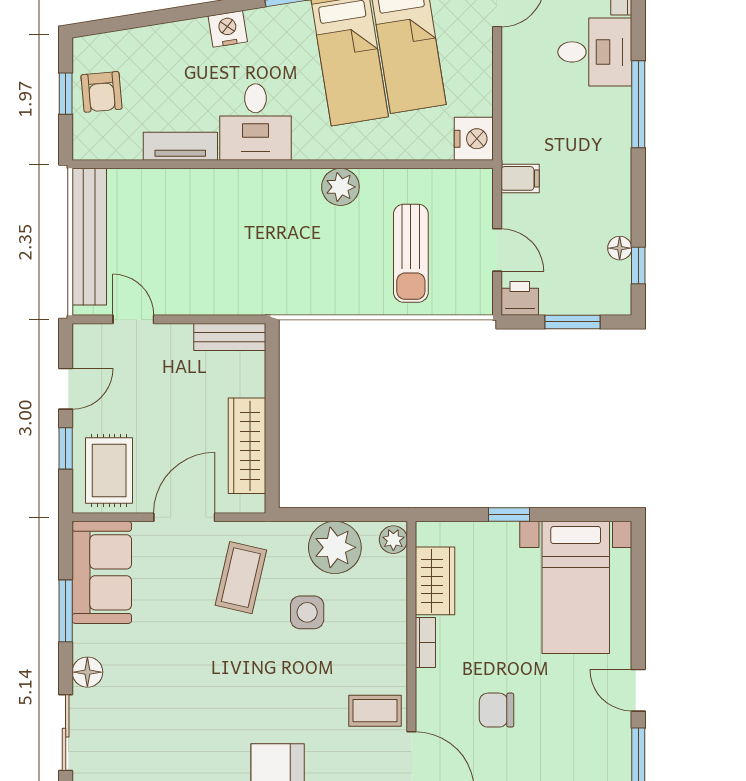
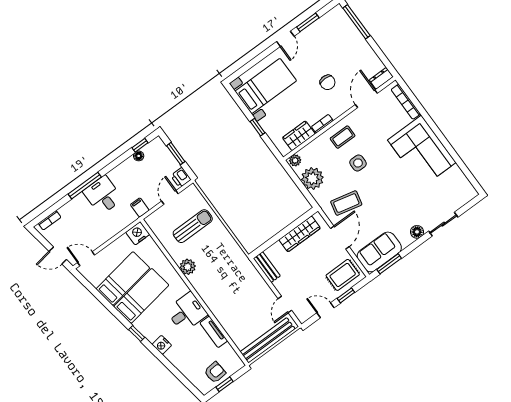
desk: (595, 52) -> (103, 195), moved
door: (184, 517) -> (340, 238), swing flipped
window: (66, 611) -> (389, 264), moved
side table: (307, 612) -> (358, 163), moved
coffee table: (375, 711) -> (343, 137), moved, turned 90

